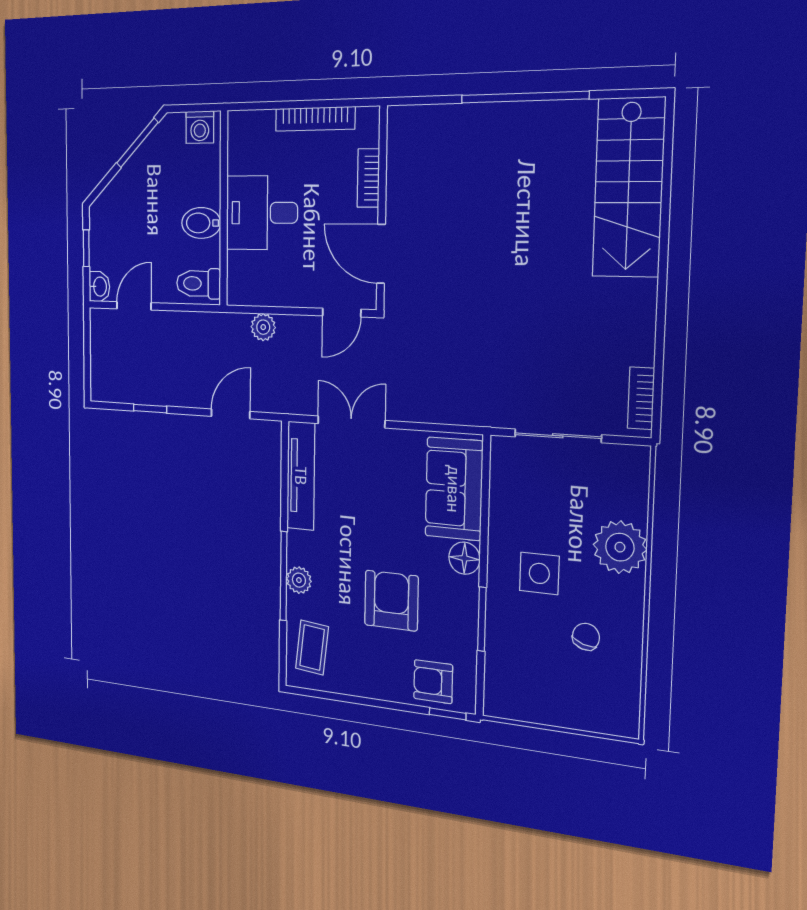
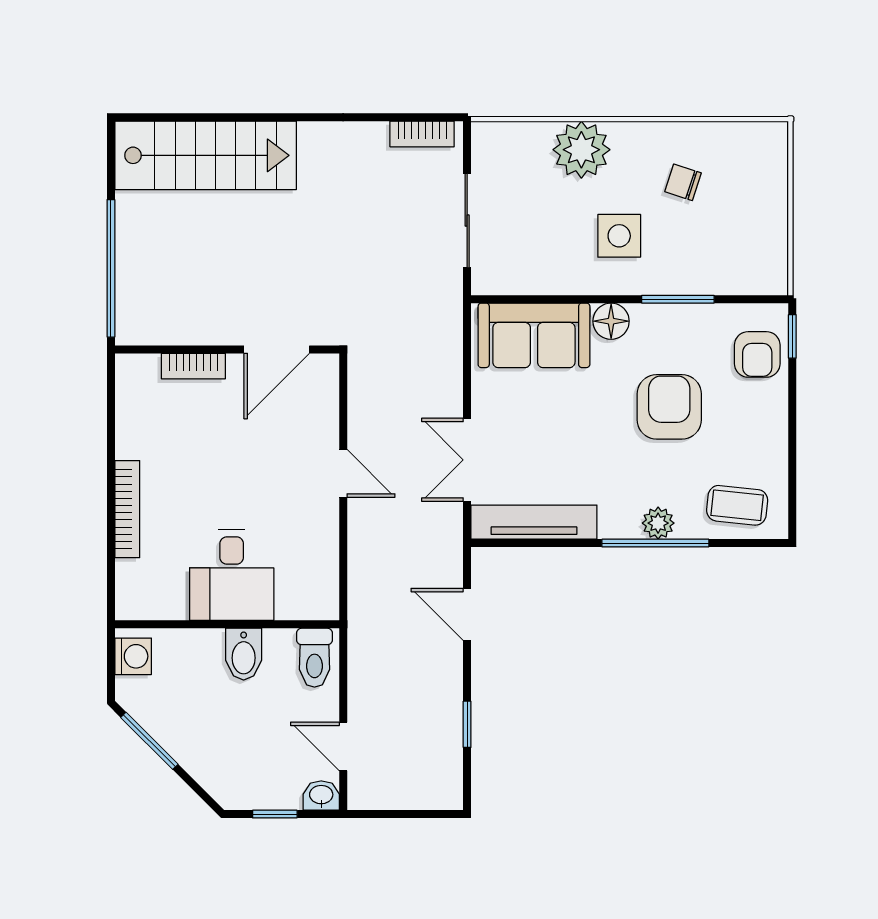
bookcase: (368, 178) -> (193, 366), moved
wall: (382, 209) -> (227, 349), moved
door: (381, 254) -> (277, 349), moved
plant: (263, 327) -> (363, 572), removed
armchair: (391, 601) -> (669, 407), turned 90

